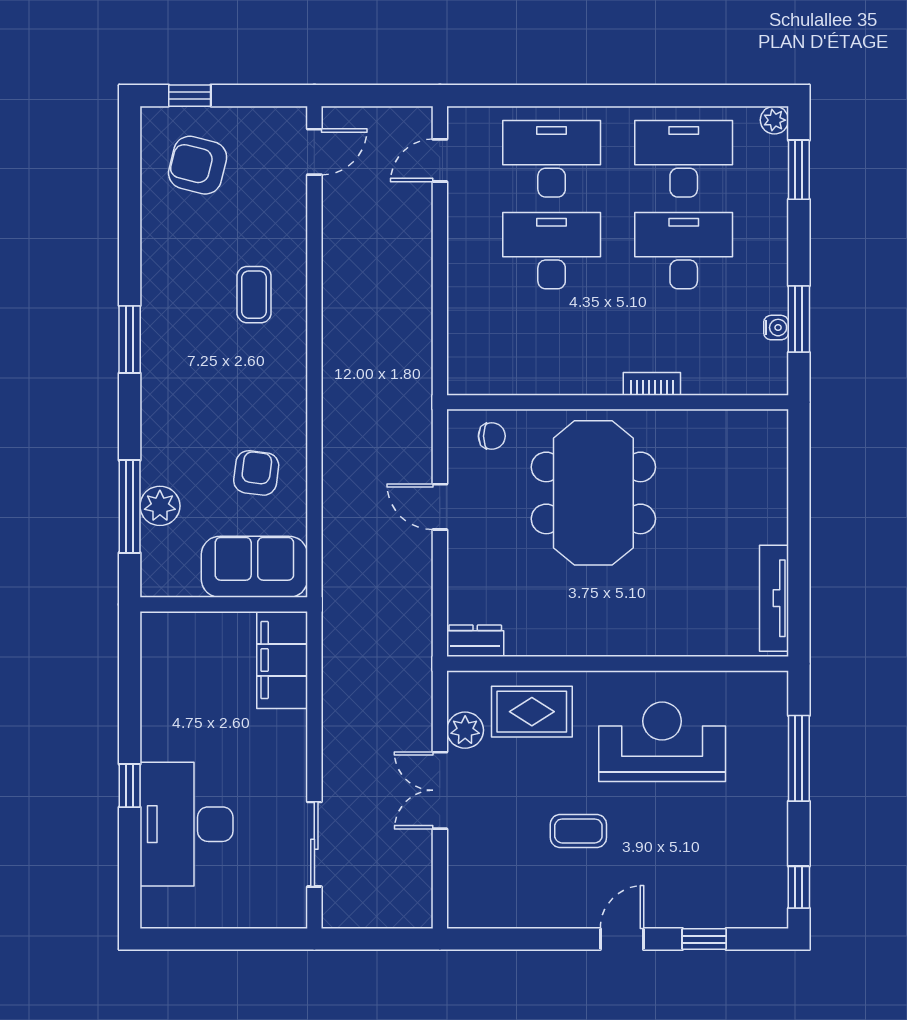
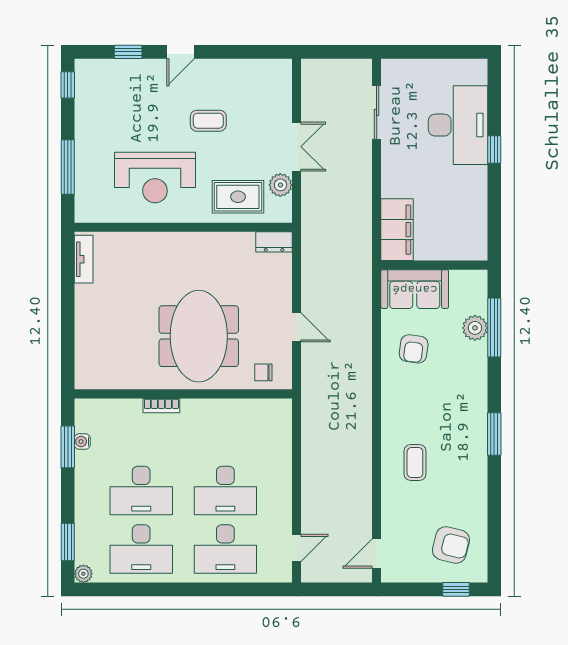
tv unit: (774, 598) -> (84, 259), width x0.71

